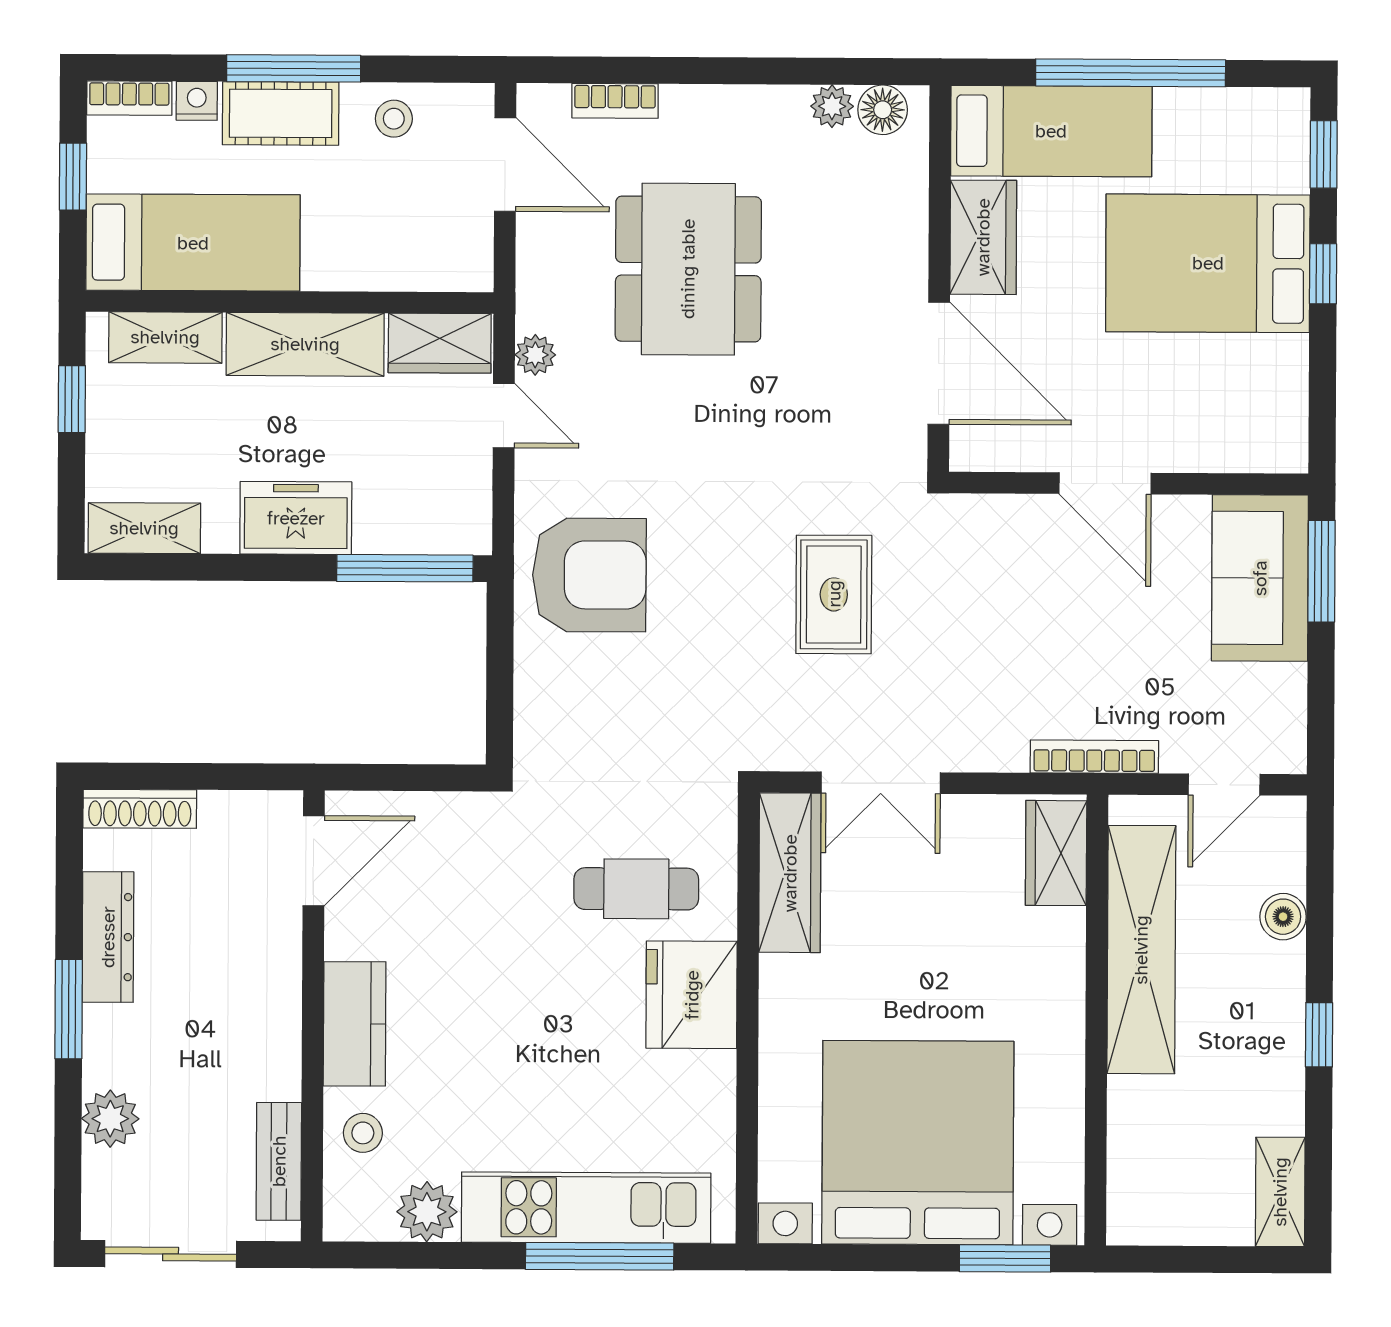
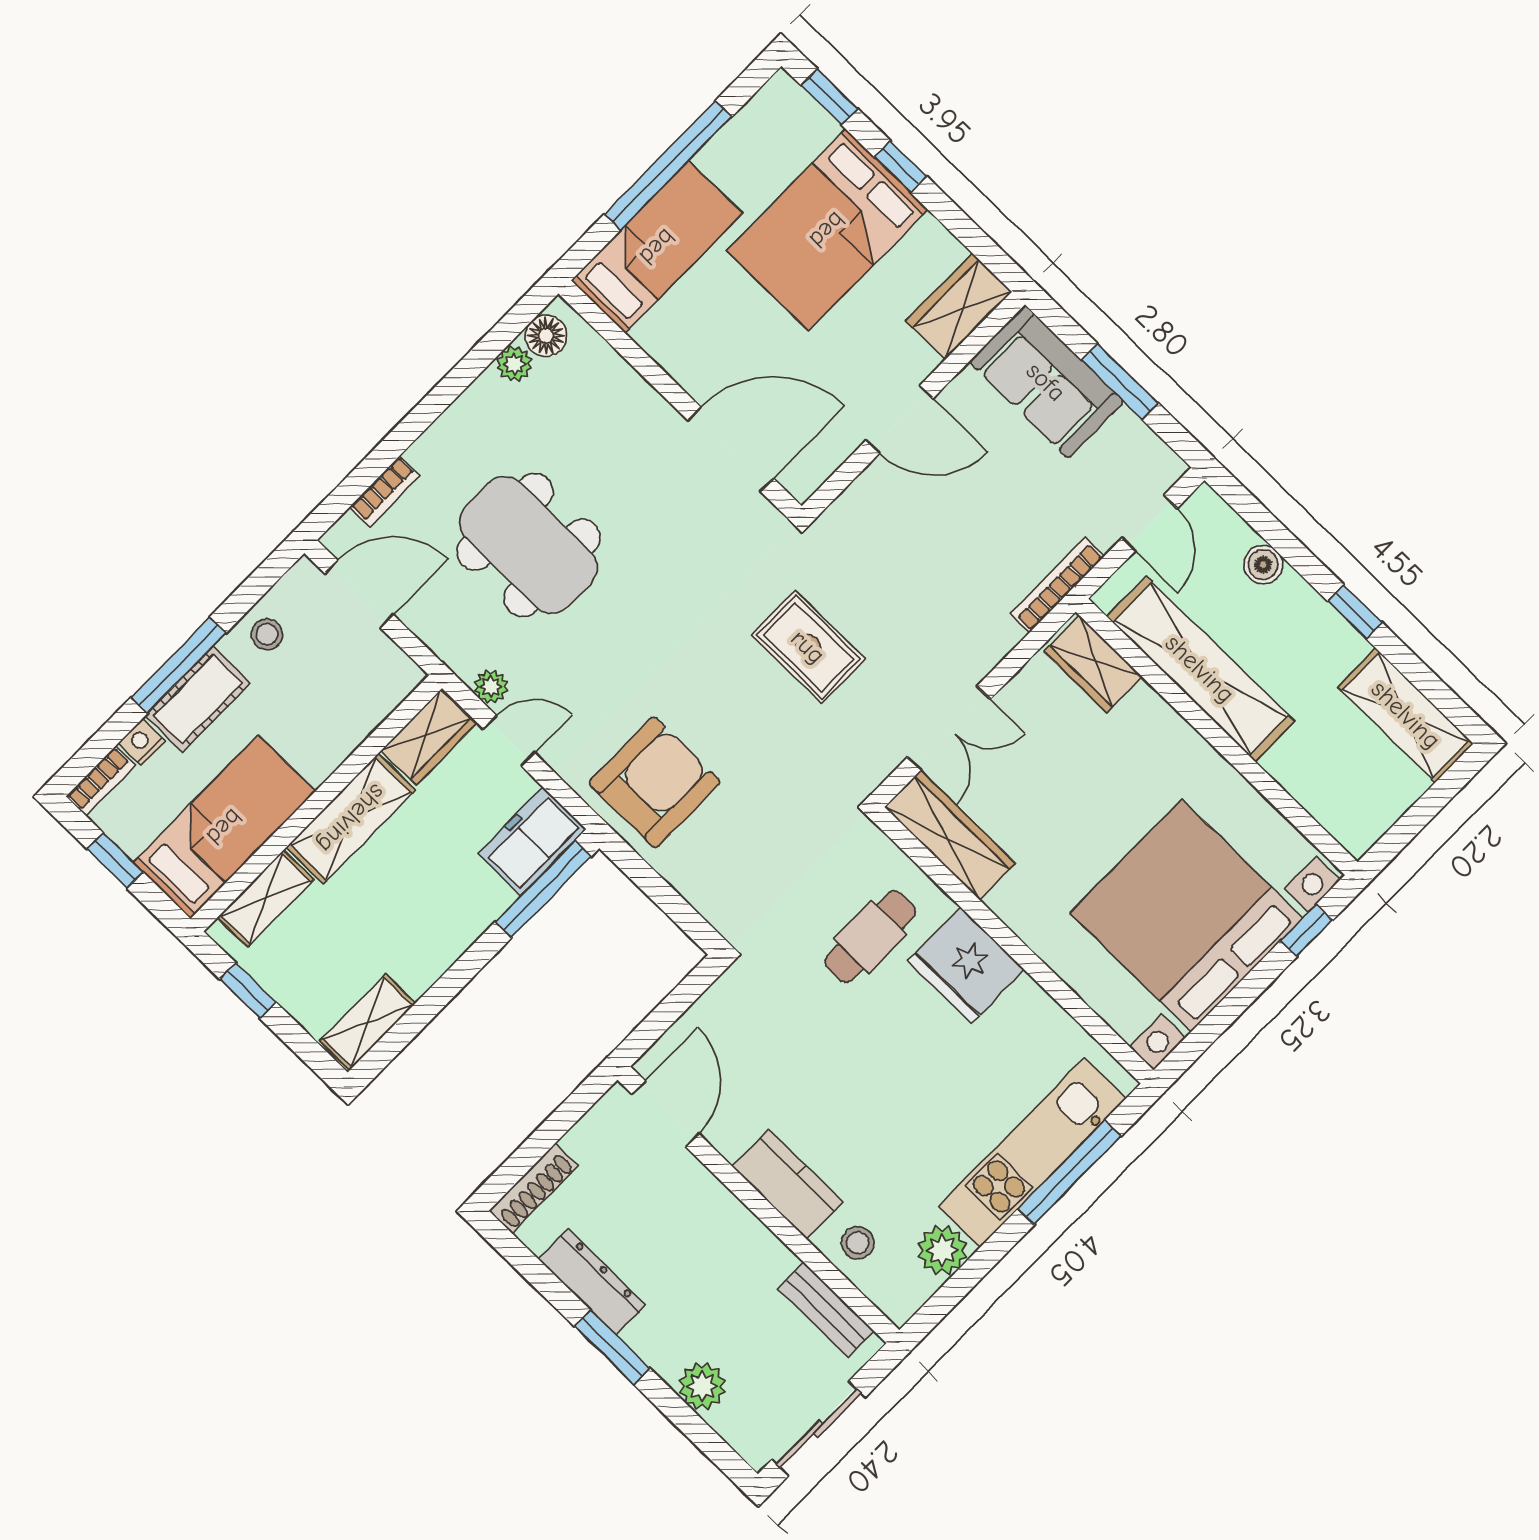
wardrobe: (983, 237) -> (959, 306), moved, turned -90
freezer: (296, 518) -> (532, 841), moved
window: (1321, 571) -> (1120, 382), moved
shelving: (1280, 1192) -> (1406, 715), width x1.50, depth x1.33
window: (1005, 1258) -> (1307, 930), width x0.67

